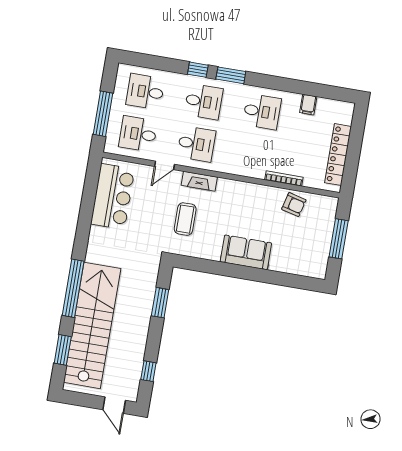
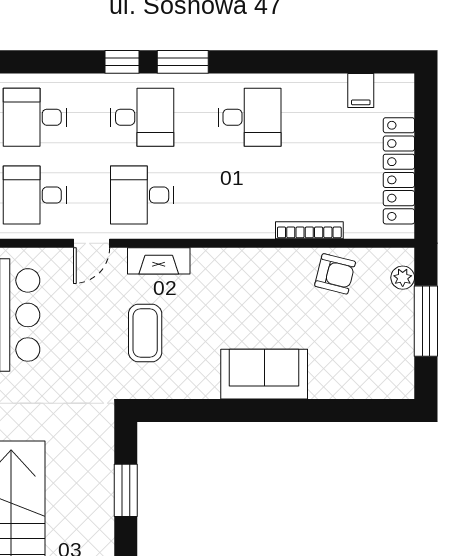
filing cabinet: (308, 105) -> (361, 90), moved
desk: (196, 144) -> (142, 195), turned 180
plant: (330, 213) -> (403, 278), added

